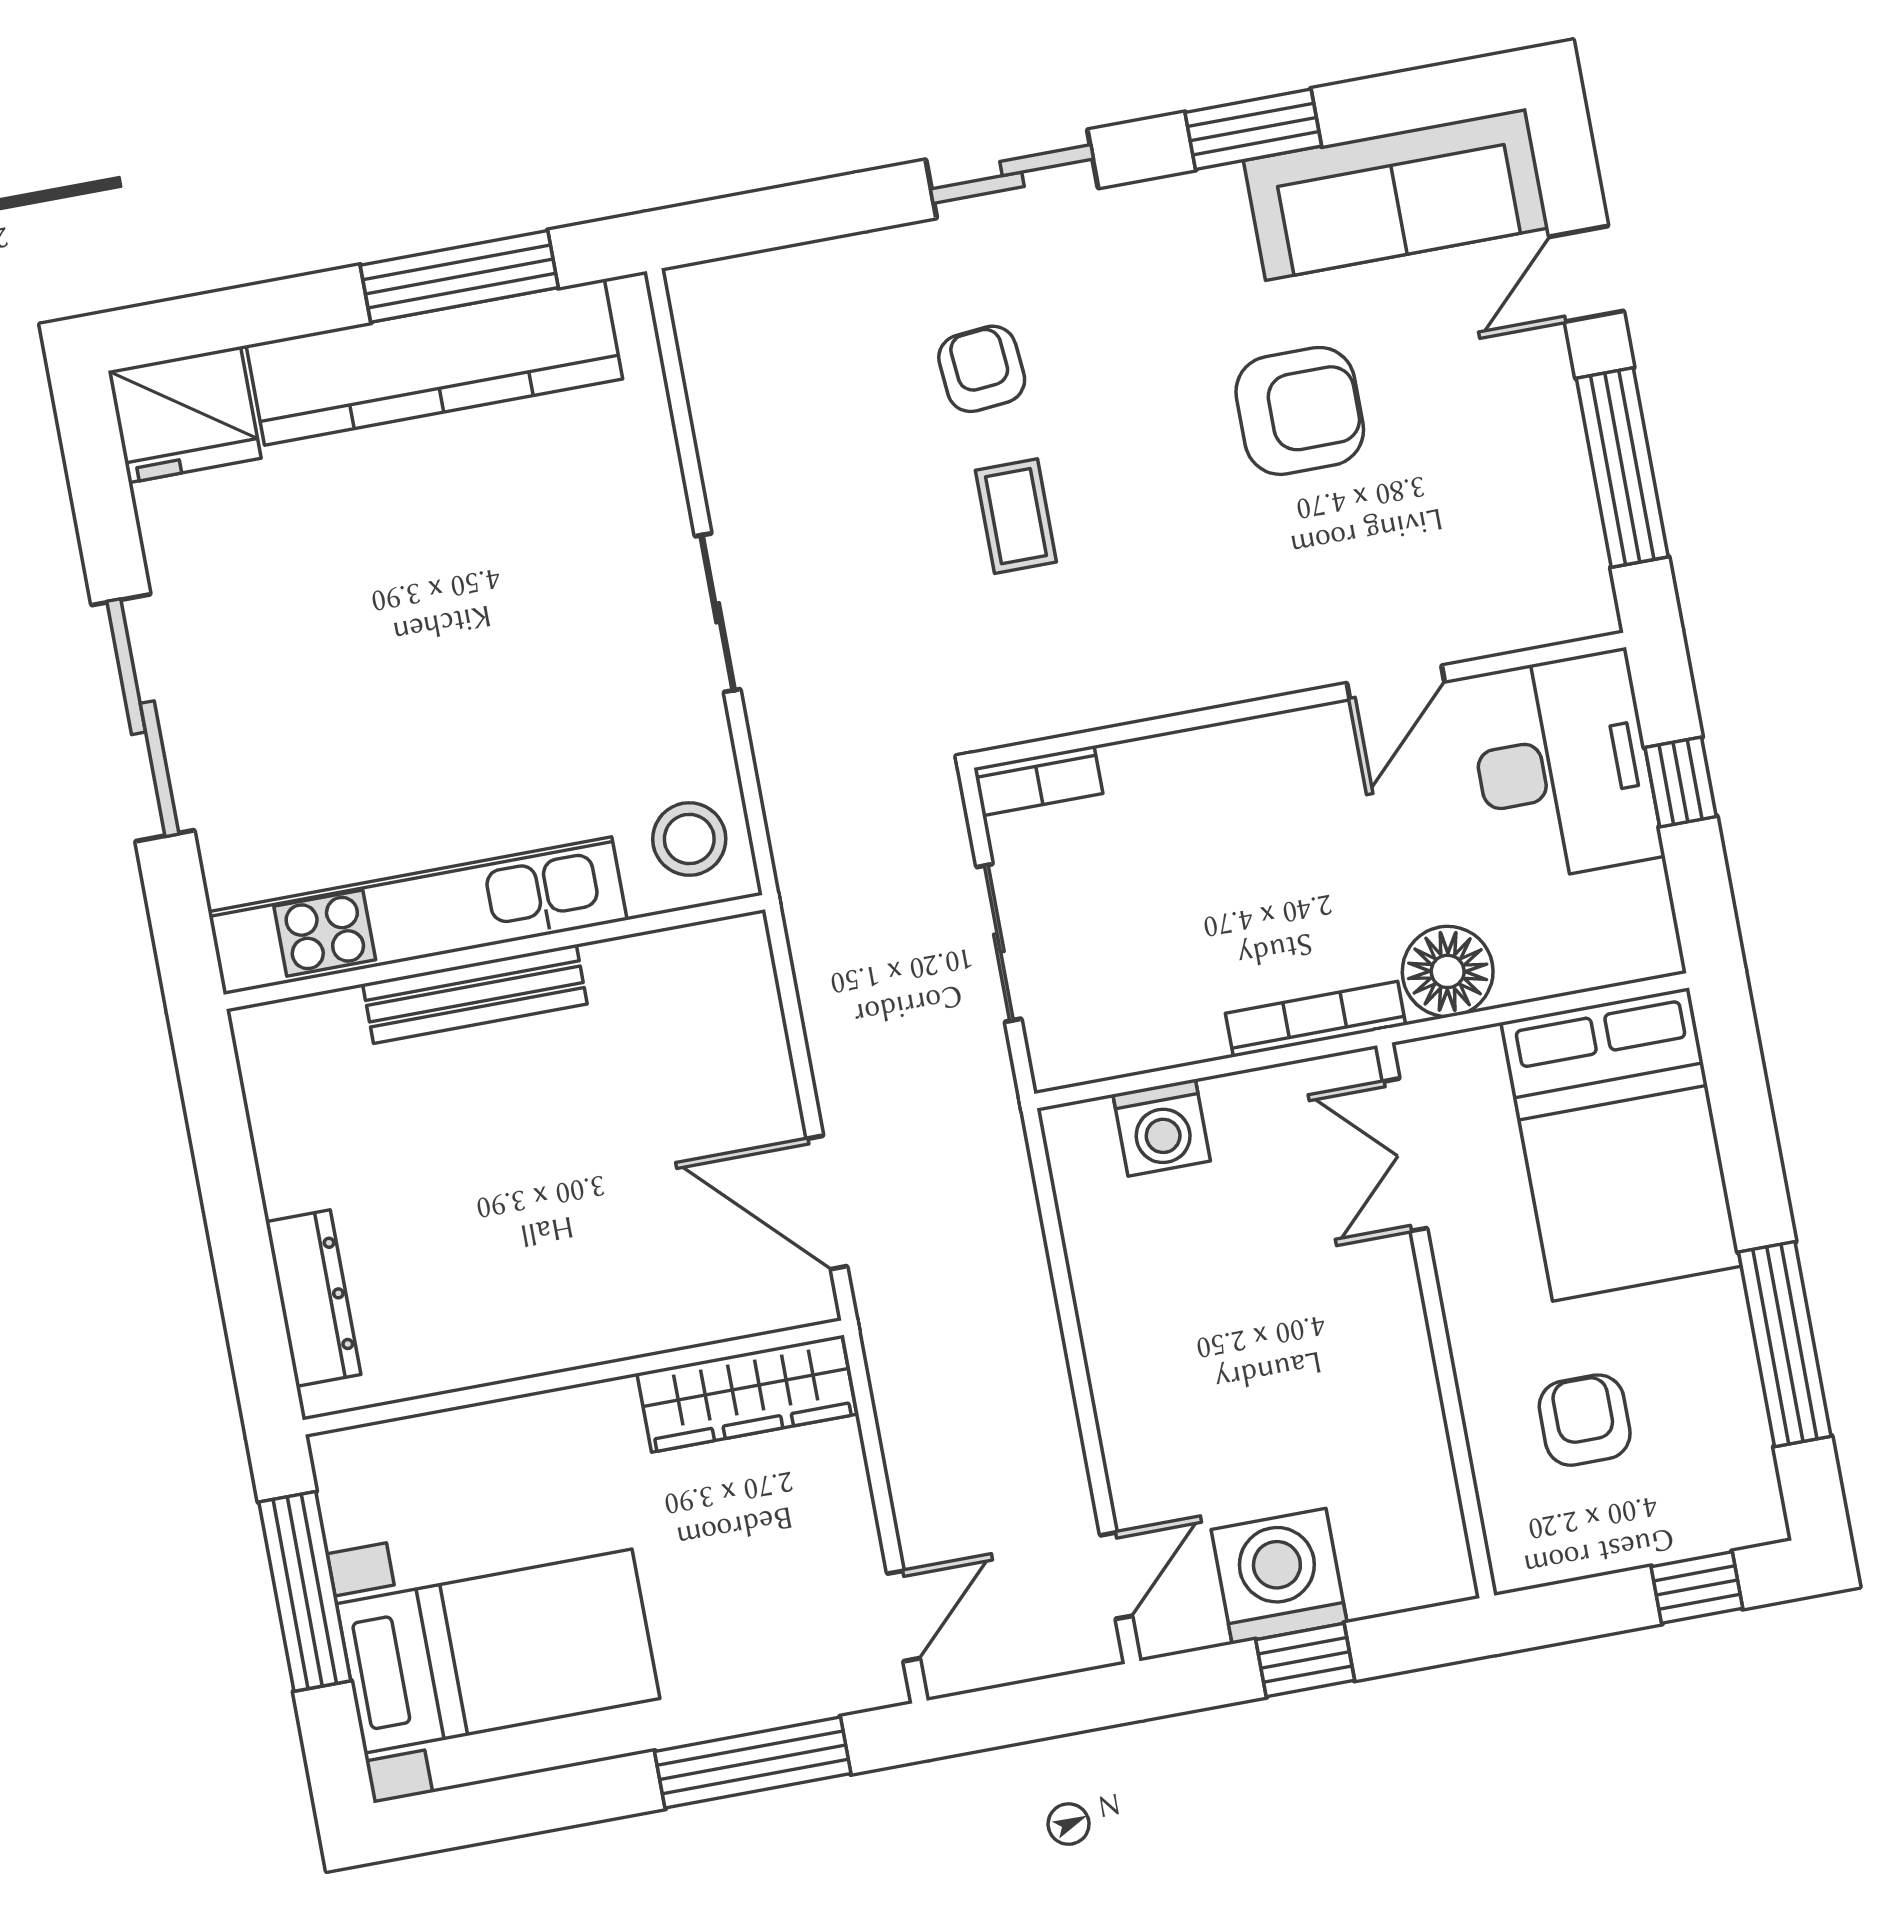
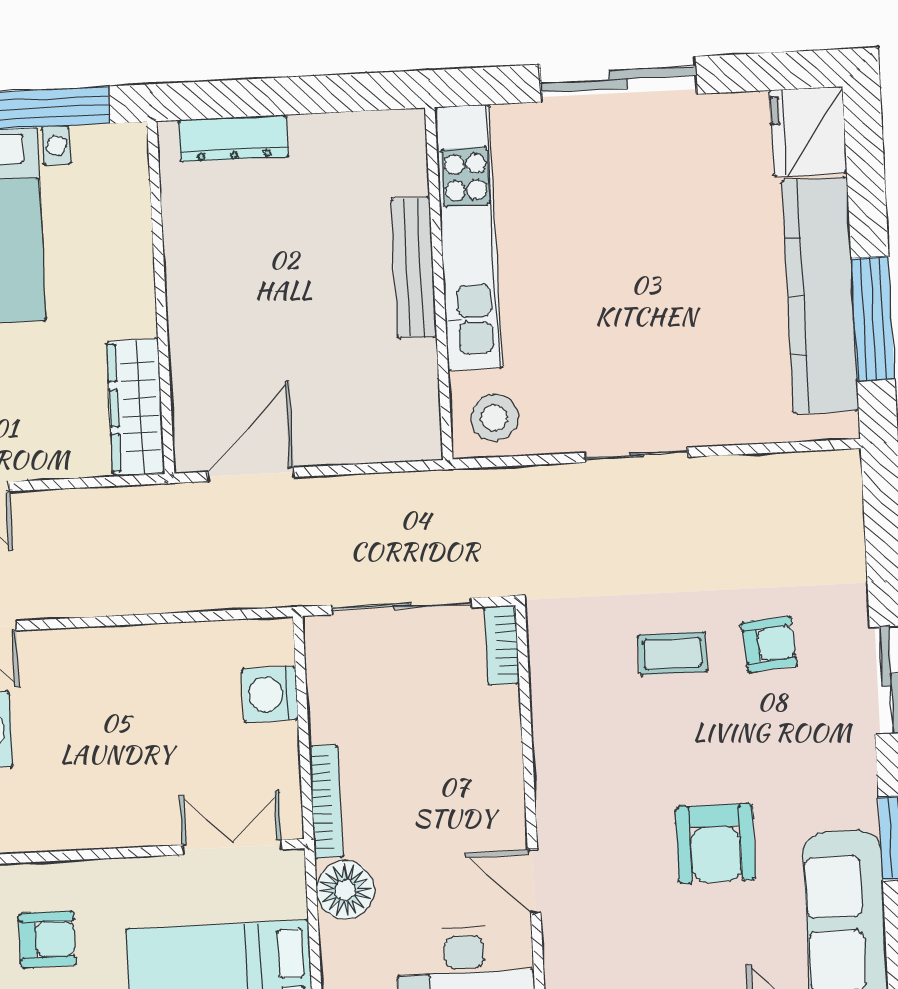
sliding door: (999, 943) -> (402, 606), width x1.37

